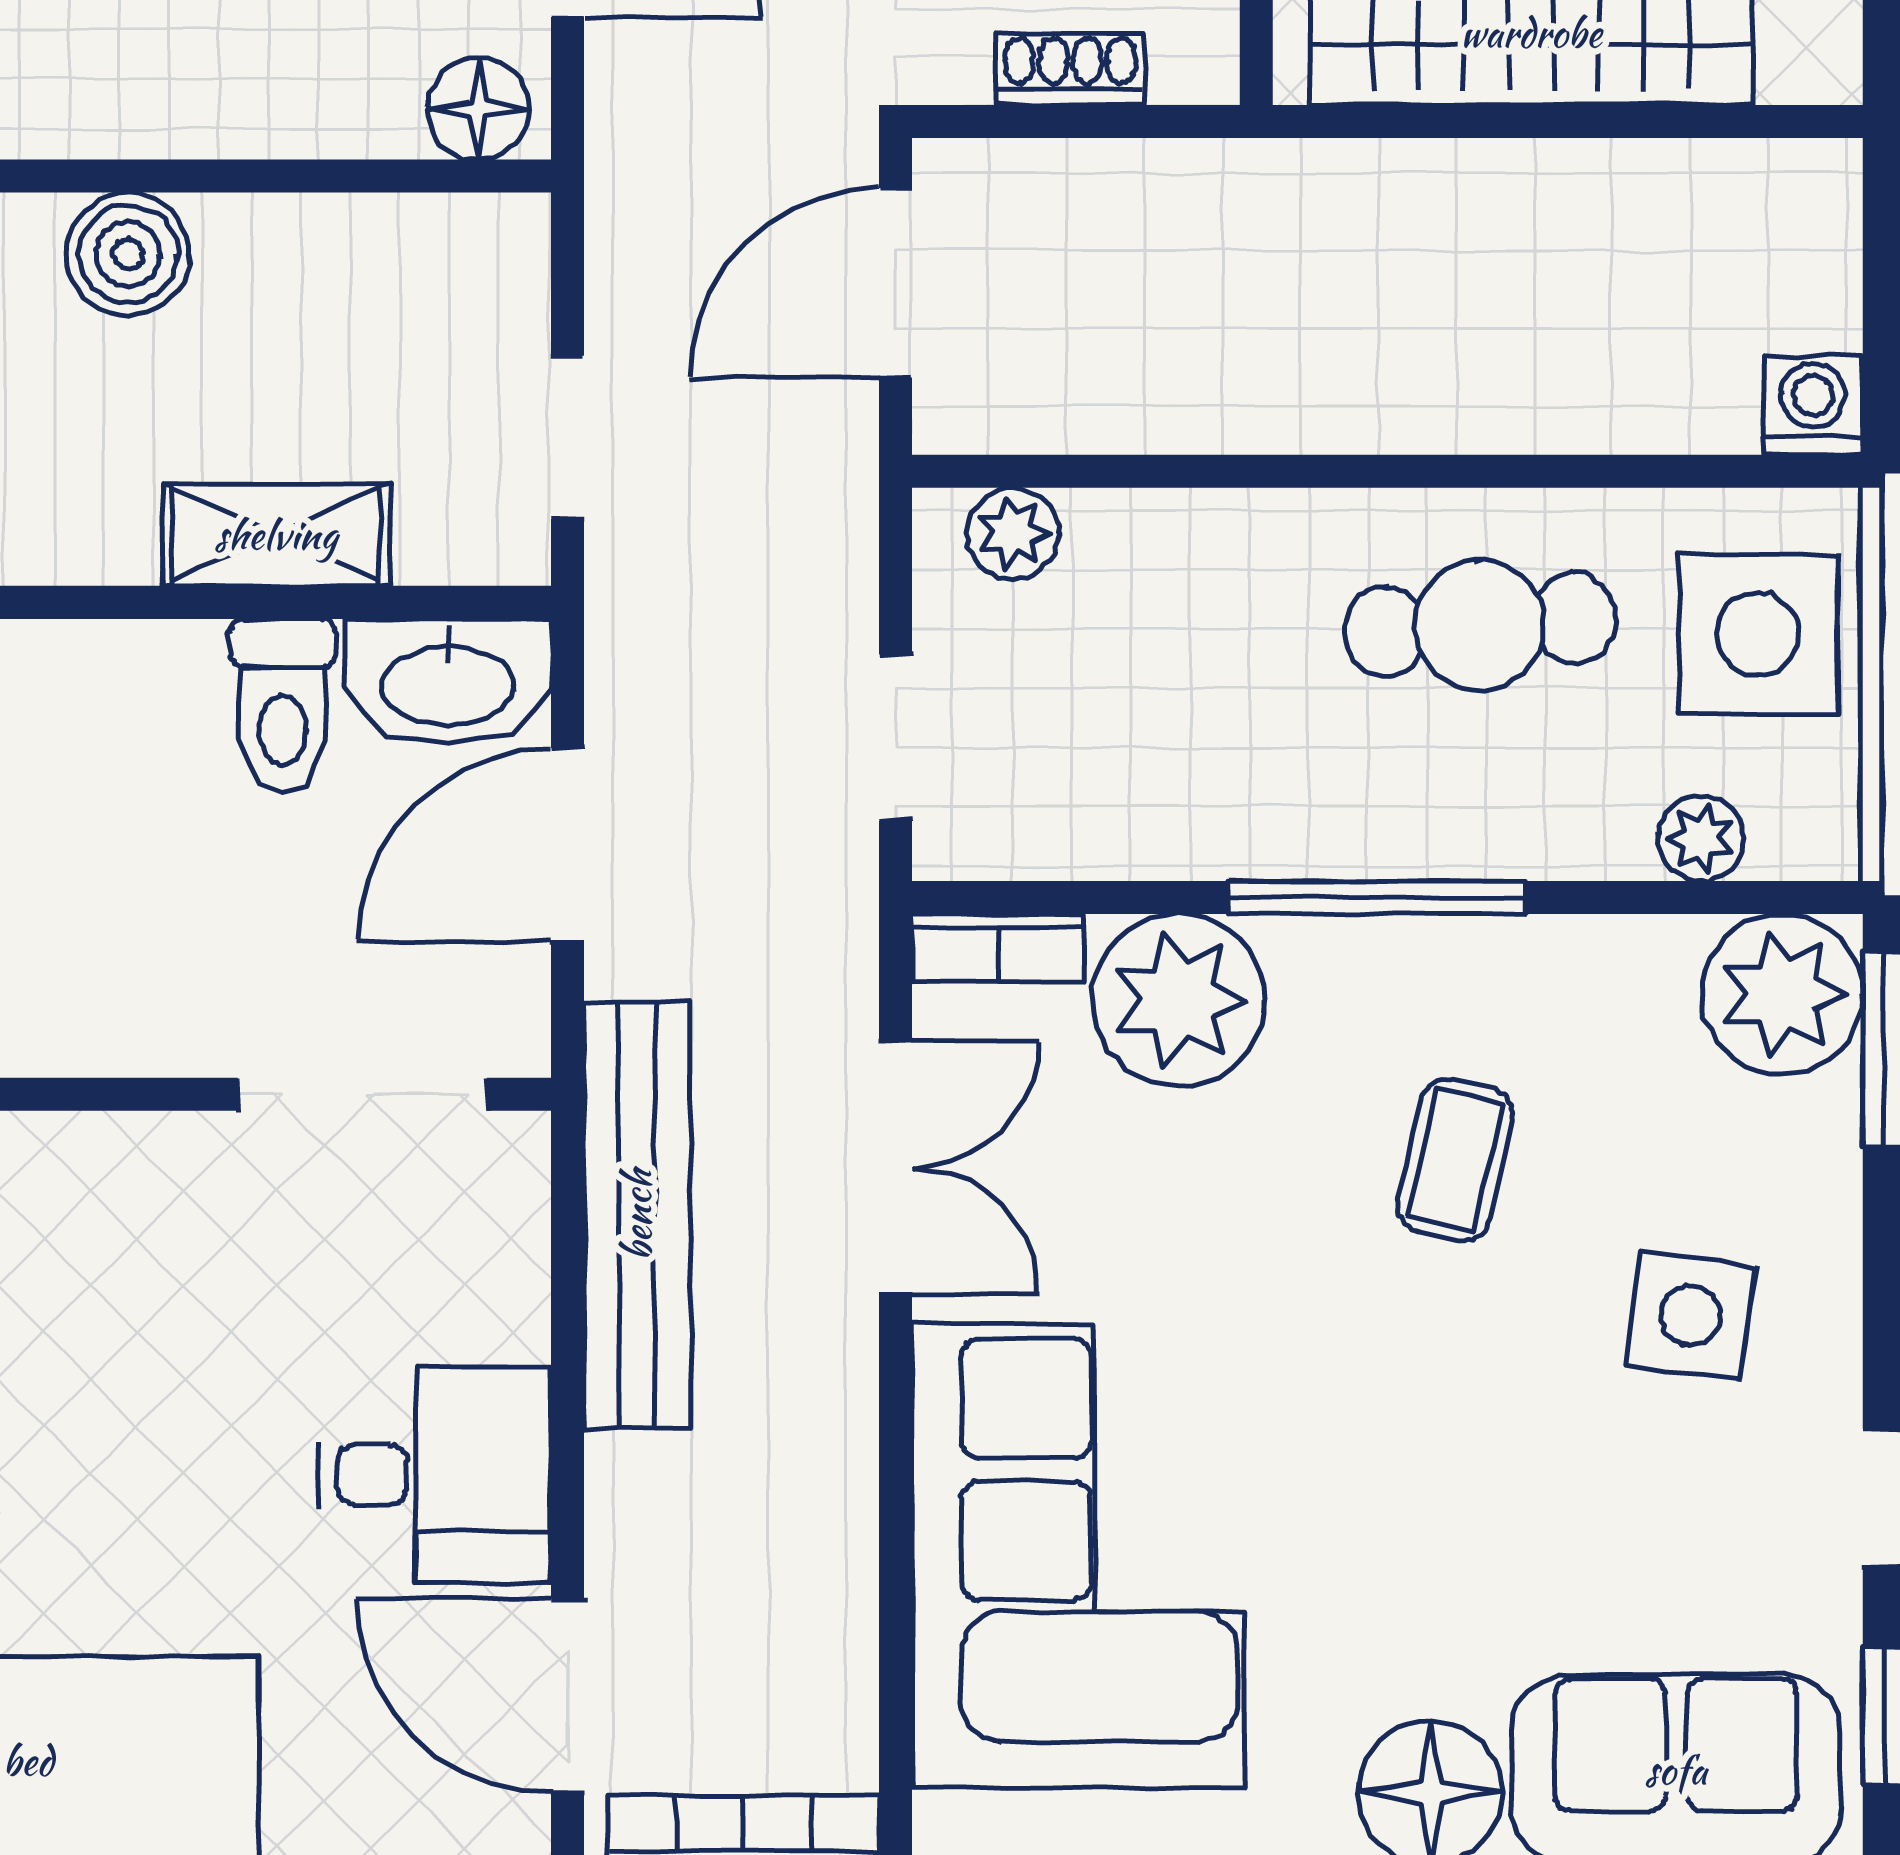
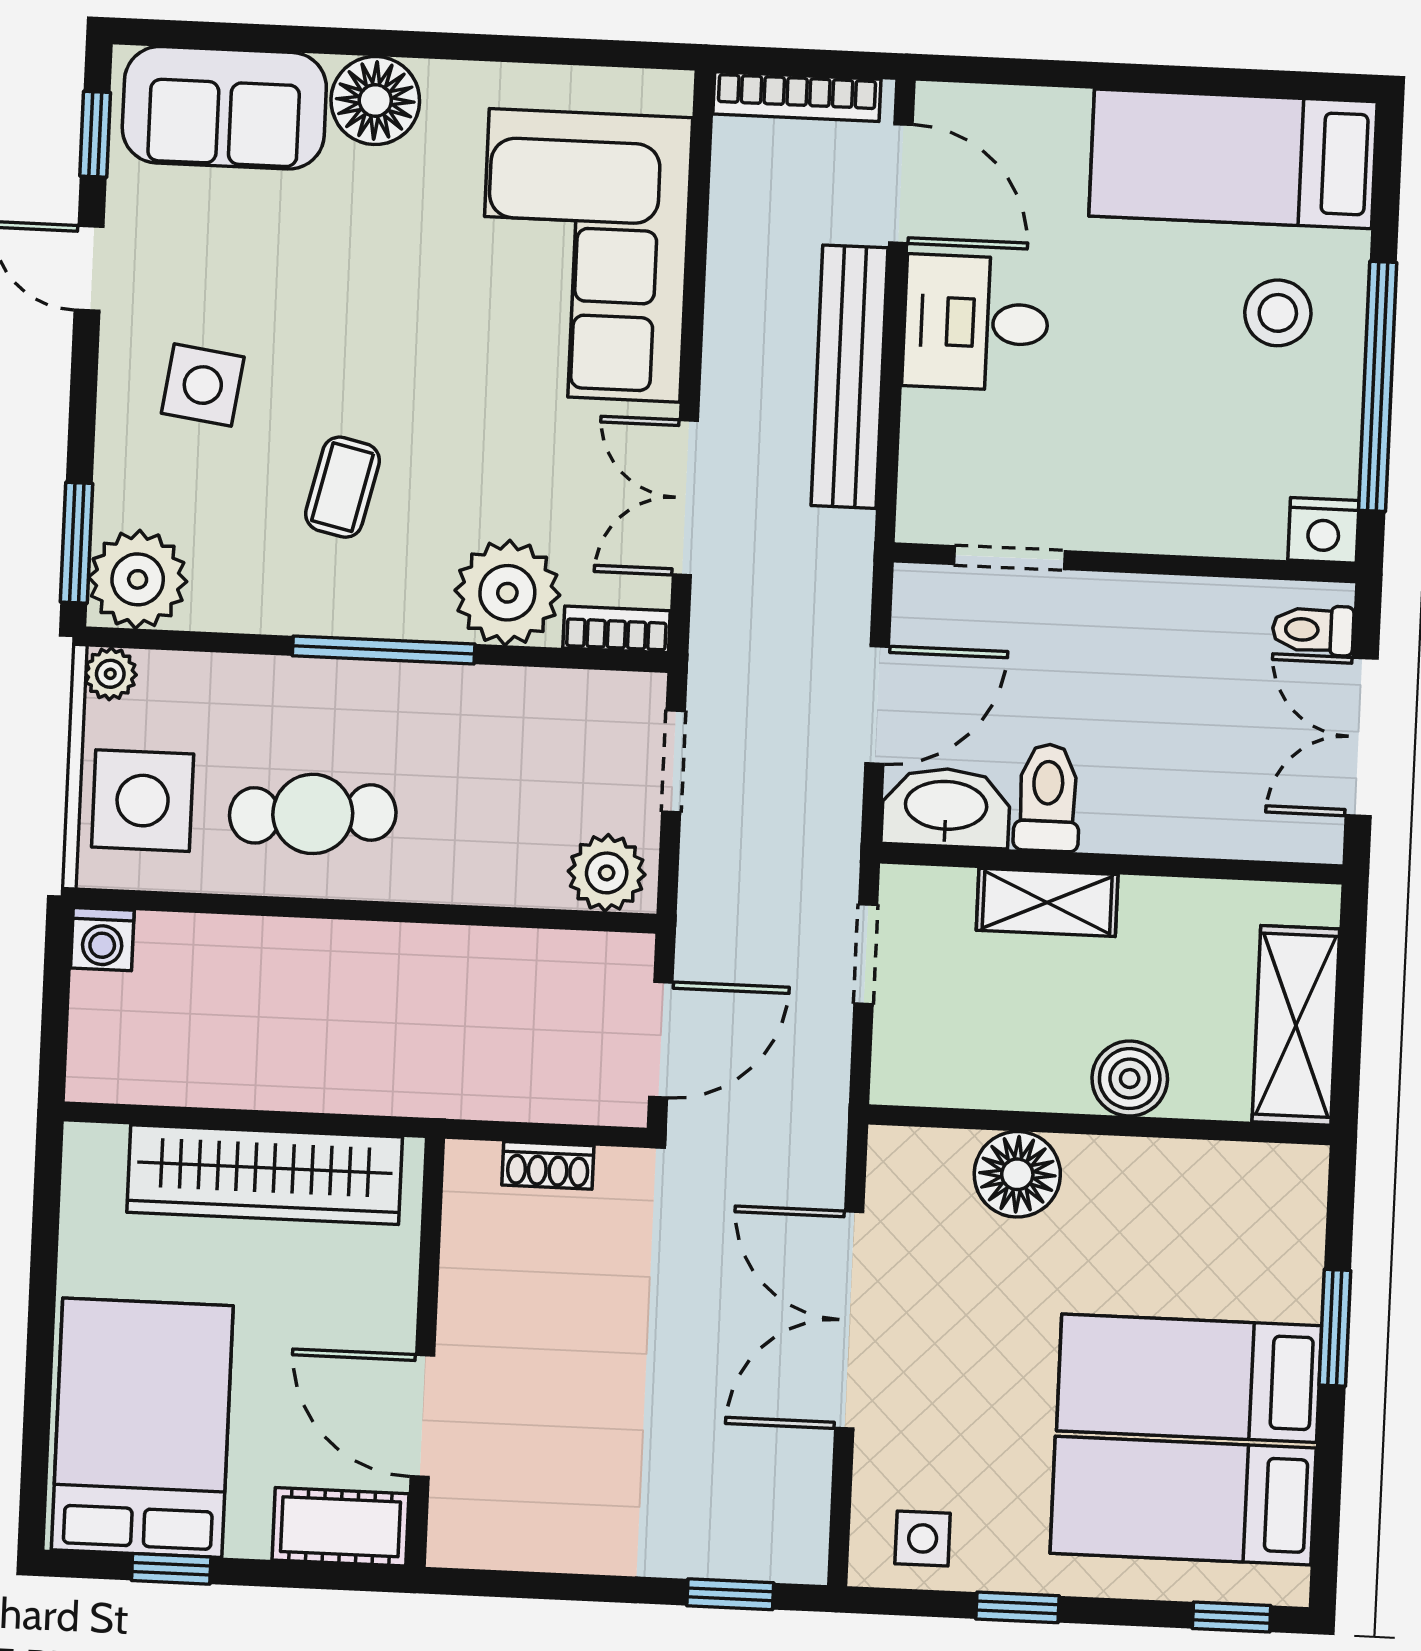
floor lamp: (479, 109) -> (1017, 1174), moved, width x1.38, depth x1.38
plant: (1013, 533) -> (607, 873), width x1.38, depth x1.38
plant: (1701, 838) -> (110, 674), moved
doorway: (362, 1094) -> (1010, 558), width x0.73
bench: (637, 1215) -> (849, 377), moved

